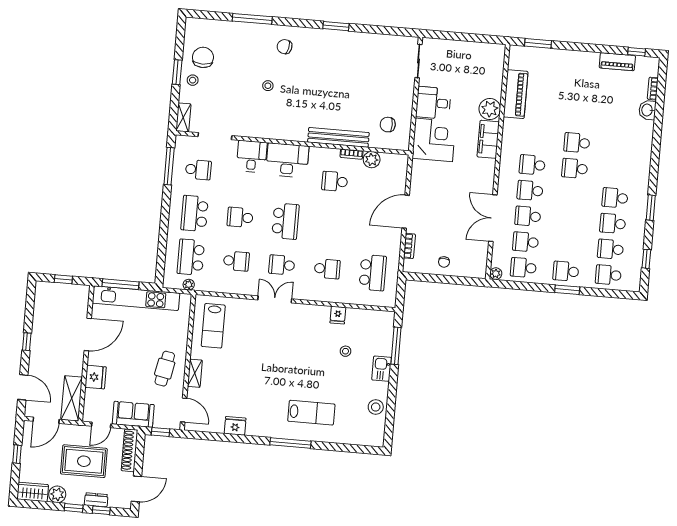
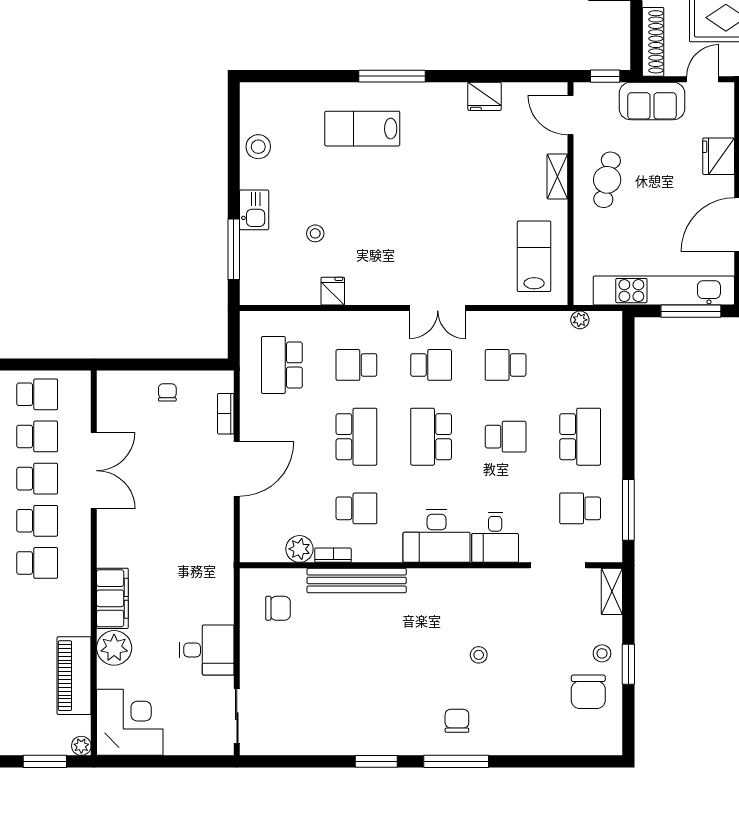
window: (252, 19) -> (456, 761), moved
chair: (285, 47) -> (457, 721), turned -103
corner desk: (434, 140) -> (130, 722), moved, turned 180
school desk: (191, 257) -> (356, 437), moved
plant: (496, 274) -> (81, 746), moved

